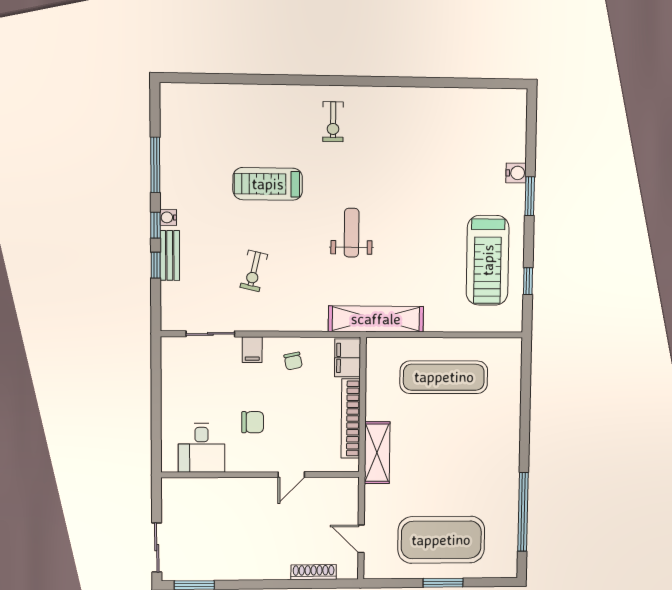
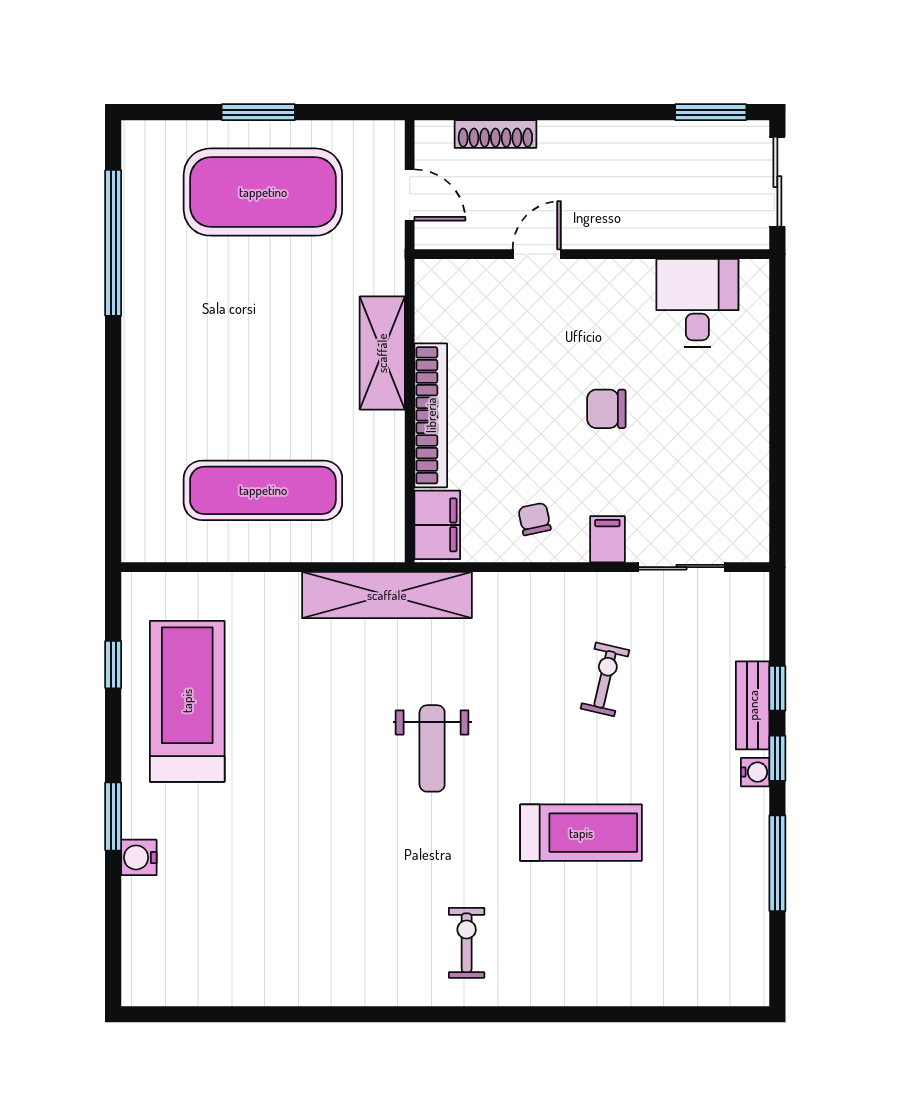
desk: (202, 448) -> (697, 303), moved
wall: (261, 475) -> (592, 254), moved
door: (291, 475) -> (537, 254), moved

